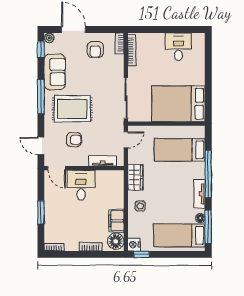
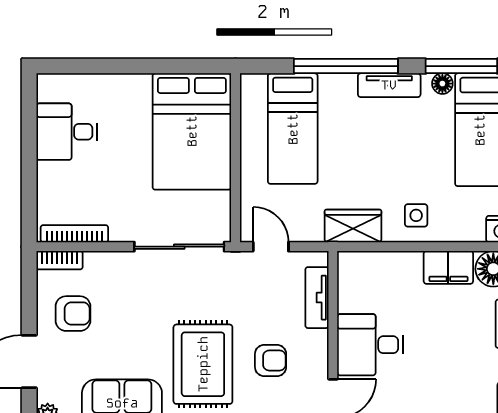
armchair: (74, 140) -> (271, 360), turned 90

